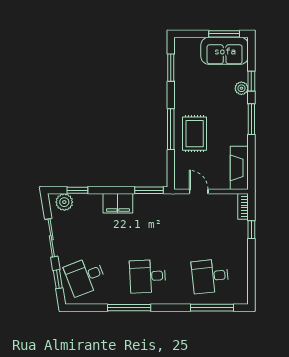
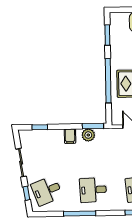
window: (171, 129) -> (108, 81), width x1.46
plant: (64, 202) -> (88, 135), moved
filing cabinet: (118, 203) -> (70, 136), width x0.50

